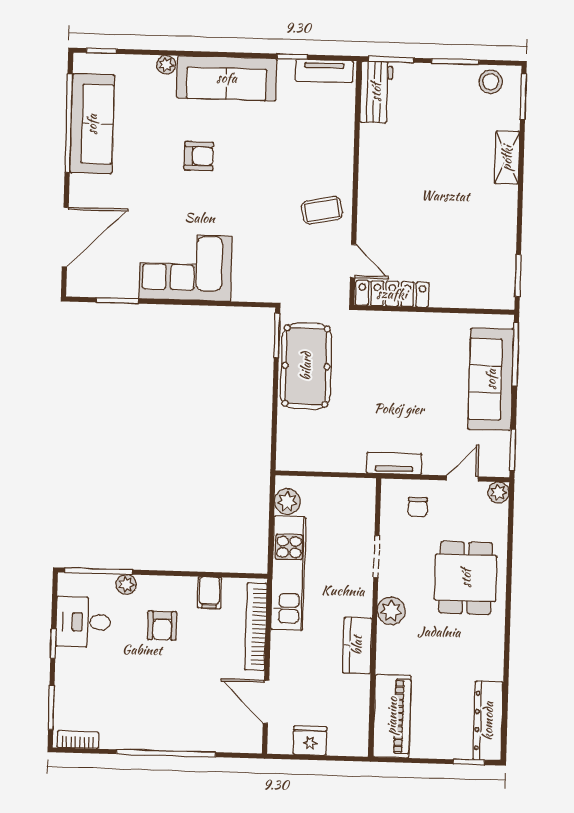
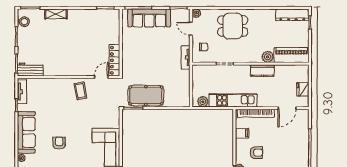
plant: (391, 611) -> (268, 57), moved

